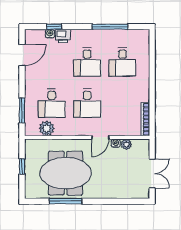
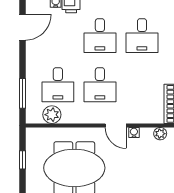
door: (100, 137) -> (116, 125), hinge flipped
plant: (126, 144) -> (160, 134), moved

